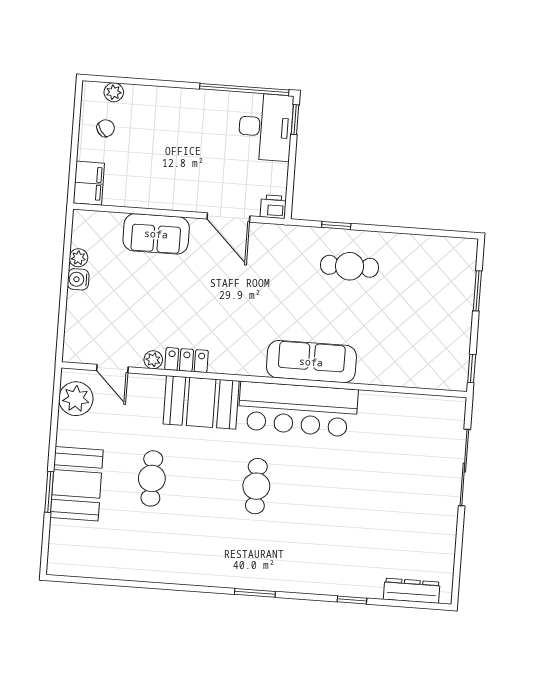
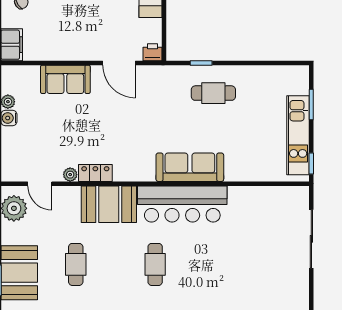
kitchen unit: (457, 330) -> (298, 135), added

